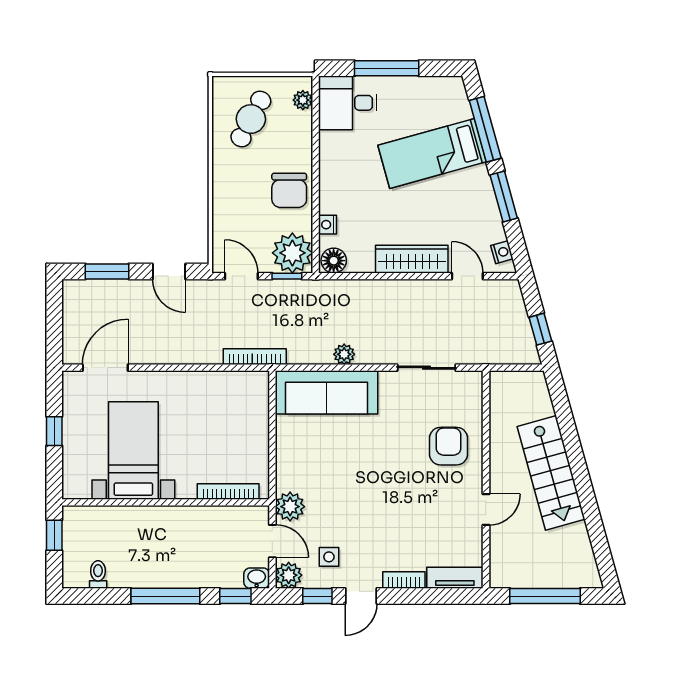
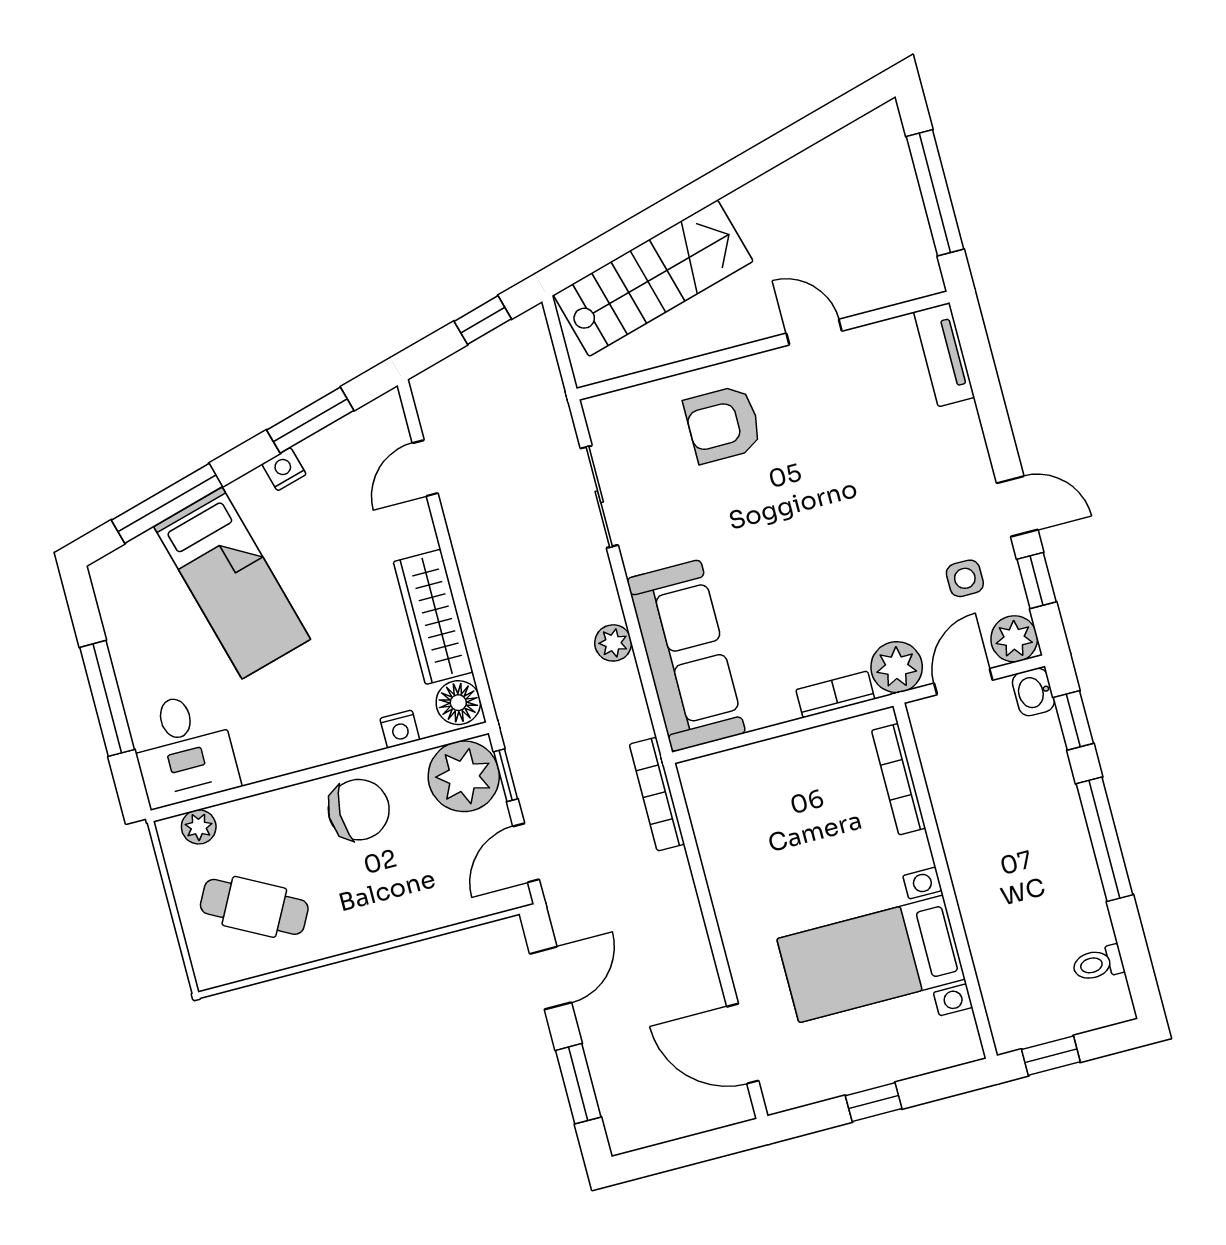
window: (504, 196) -> (310, 420), moved
nightstand: (502, 252) -> (284, 469), moved
wardrobe: (412, 259) -> (433, 617), moved
stairs: (551, 473) -> (653, 278), moved
bookcase: (404, 580) -> (835, 694), moved, turned 90

